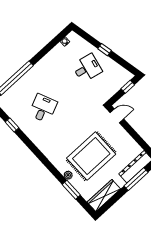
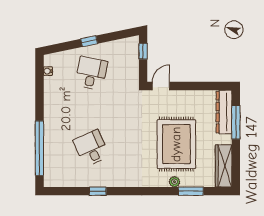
window: (12, 125) -> (98, 191), moved

